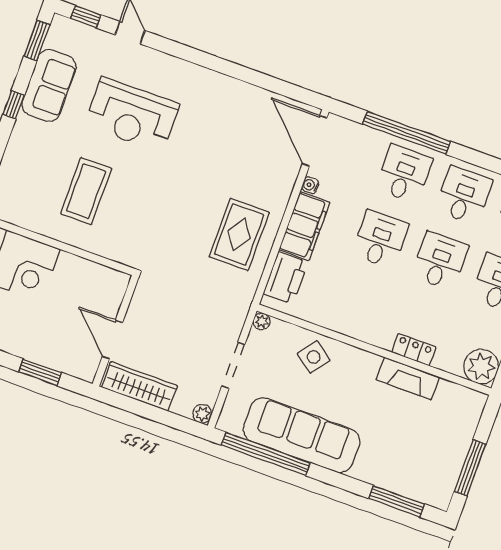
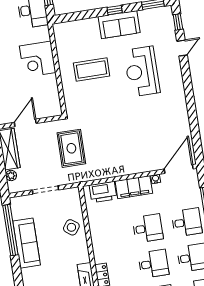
sofa: (49, 85) -> (119, 25), moved
rug: (239, 234) -> (71, 148), moved, turned 90
plant: (262, 321) -> (75, 192), removed
plant: (202, 414) -> (11, 176), moved
sofa: (301, 435) -> (27, 243), width x0.74, depth x0.79

